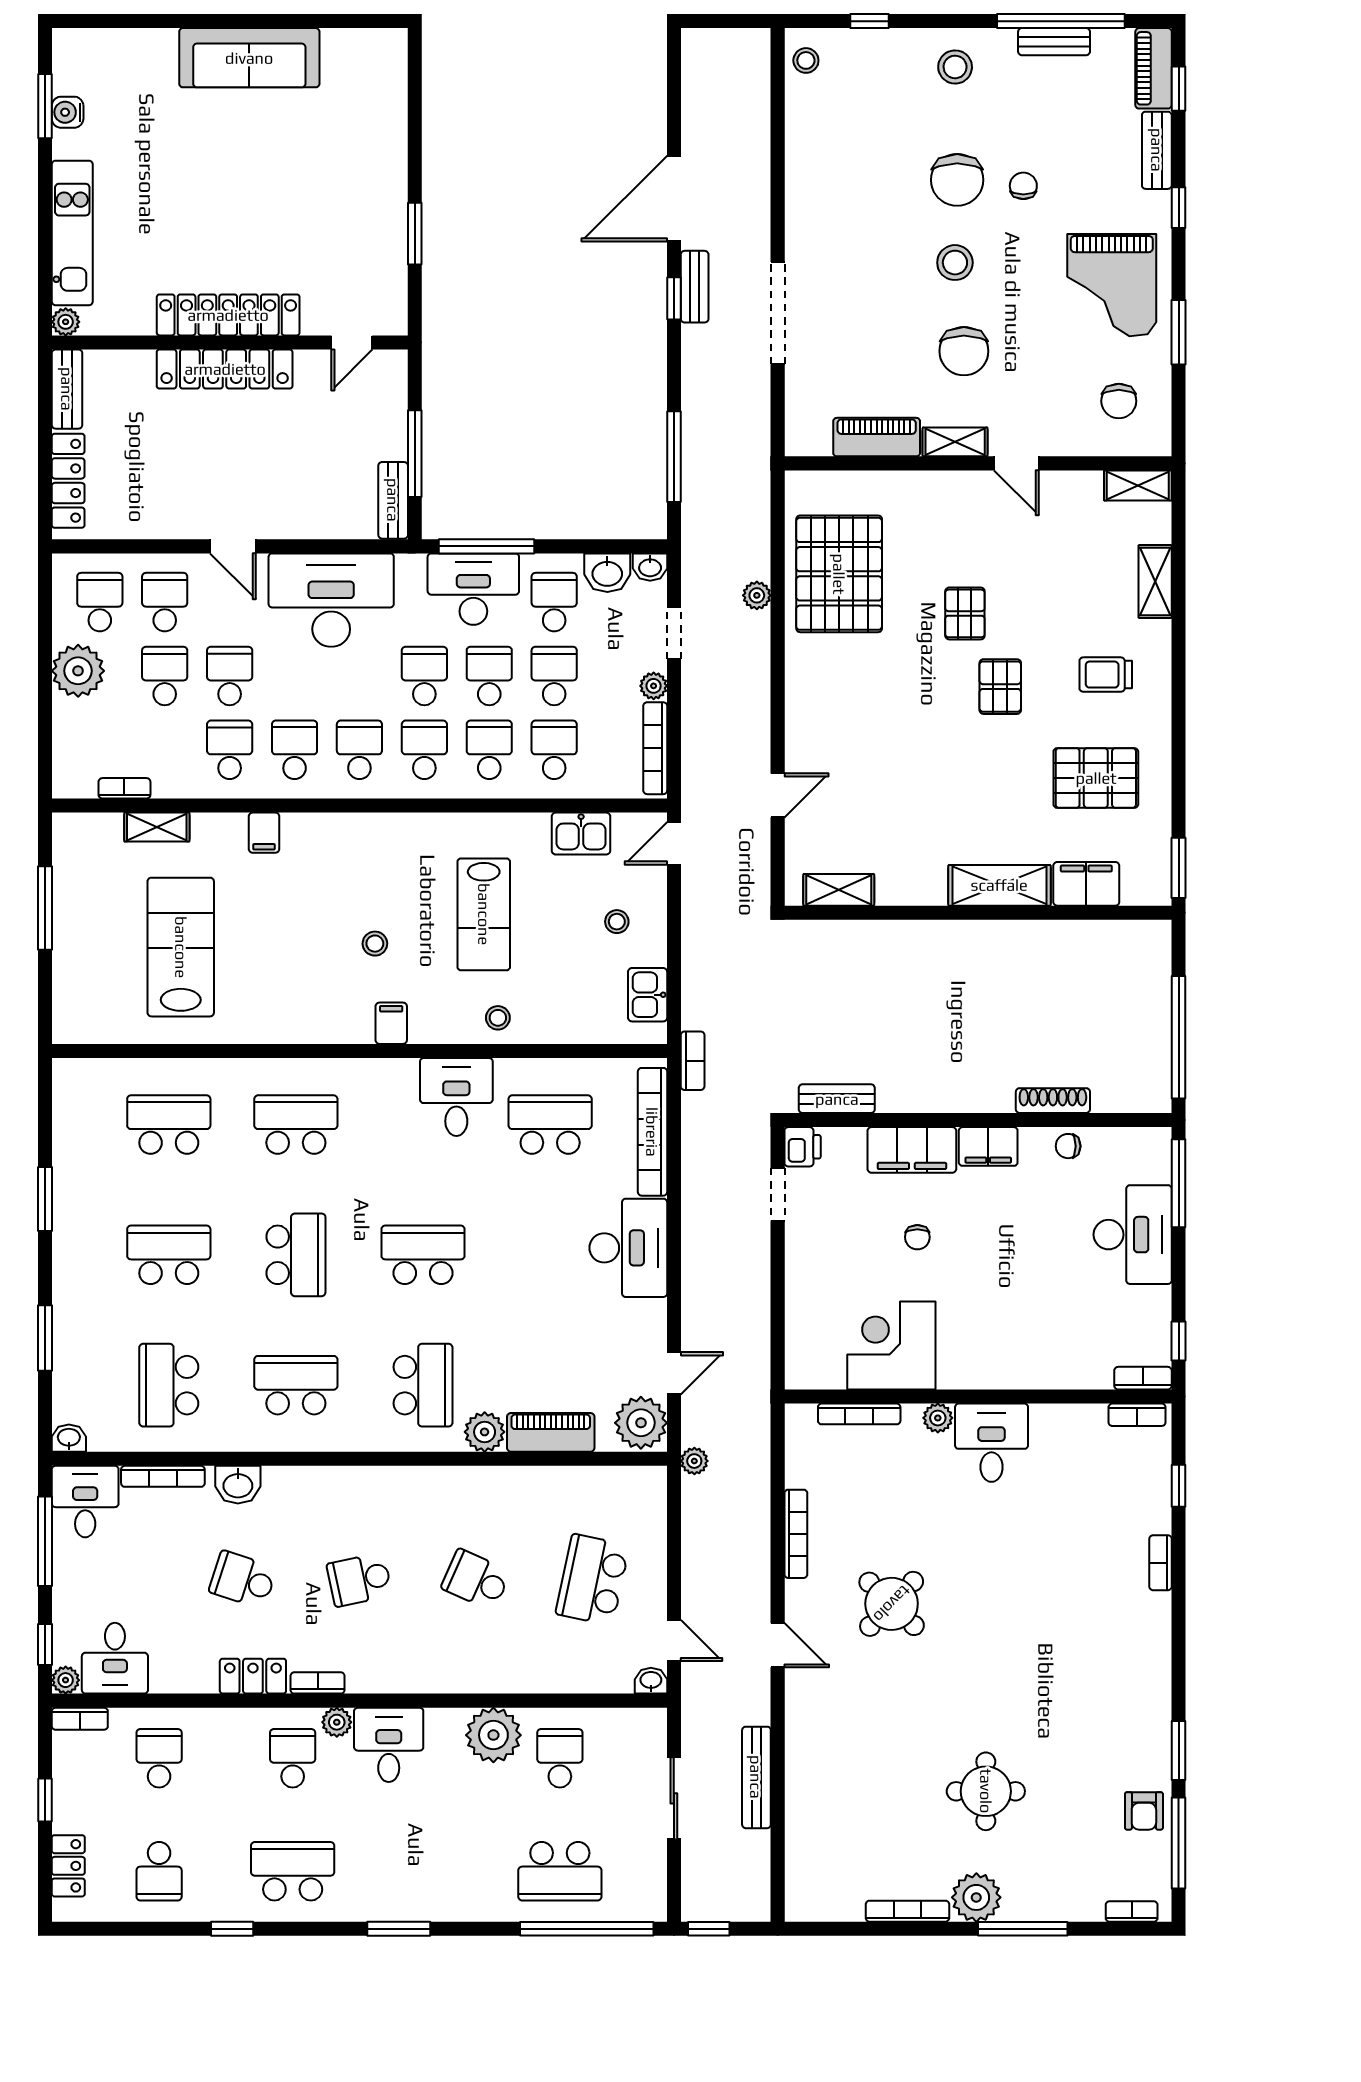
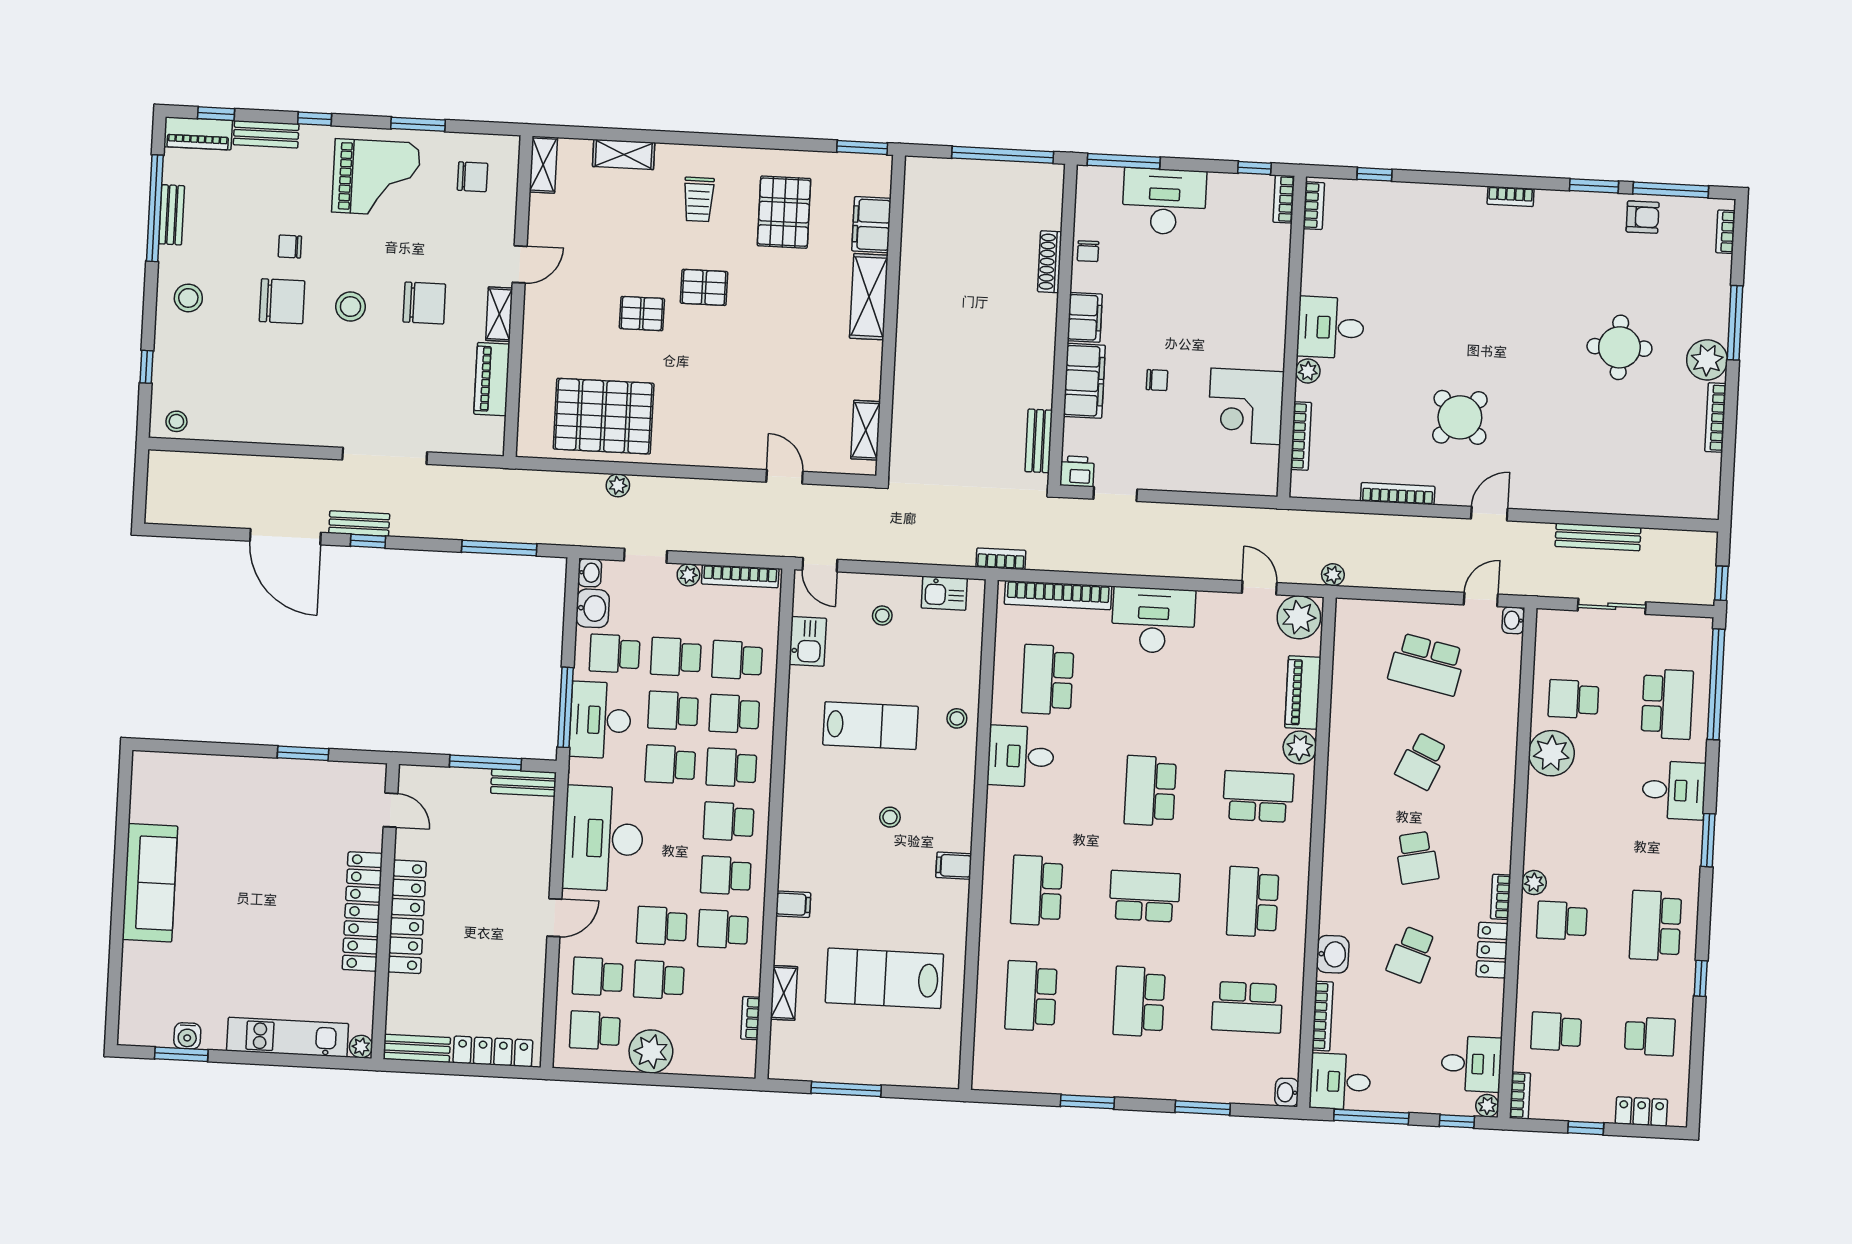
filing cabinet: (391, 1023) -> (954, 866), moved
bookcase: (1161, 1563) -> (1511, 196), moved
desk: (389, 1745) -> (1674, 790), moved, turned 180

